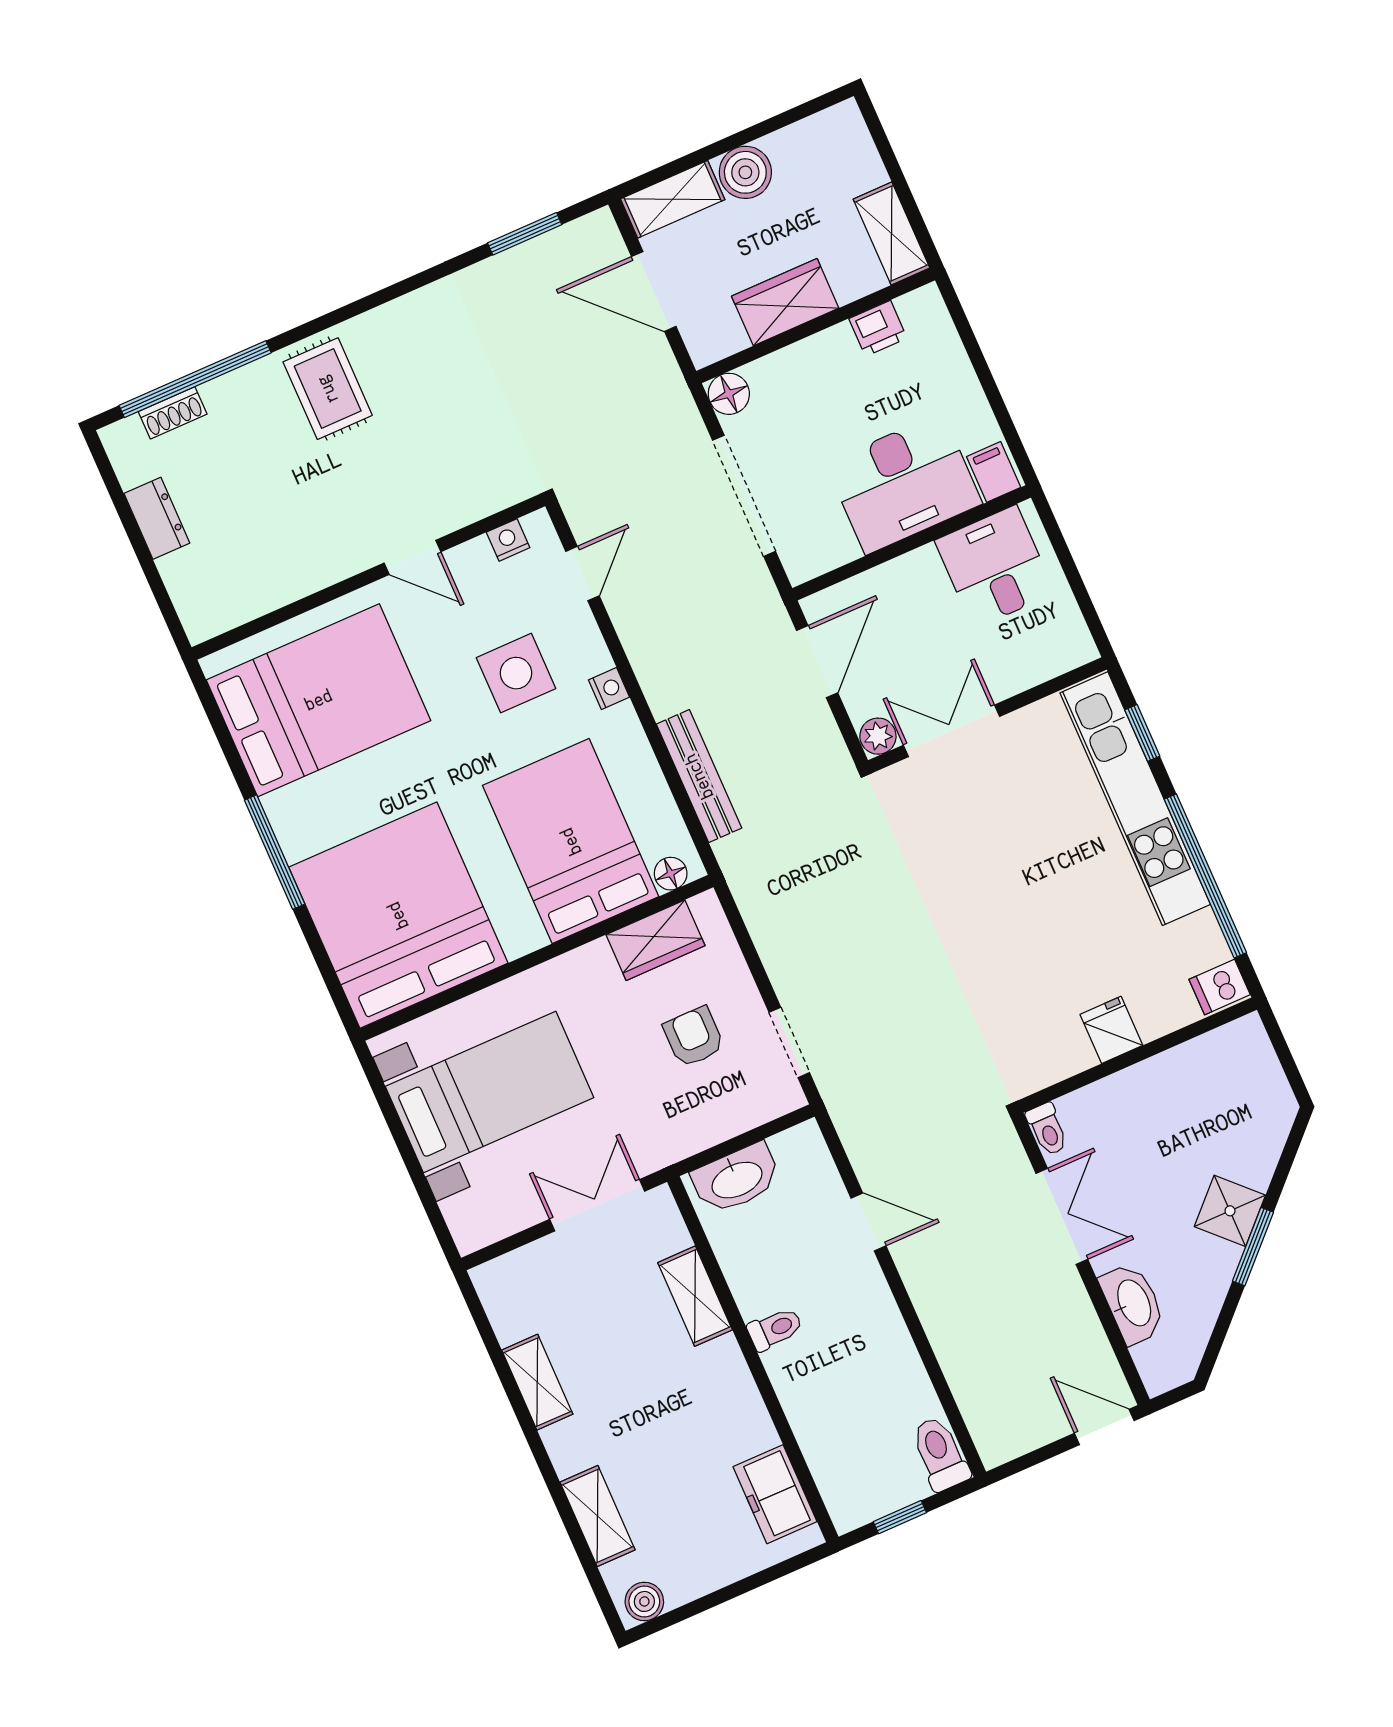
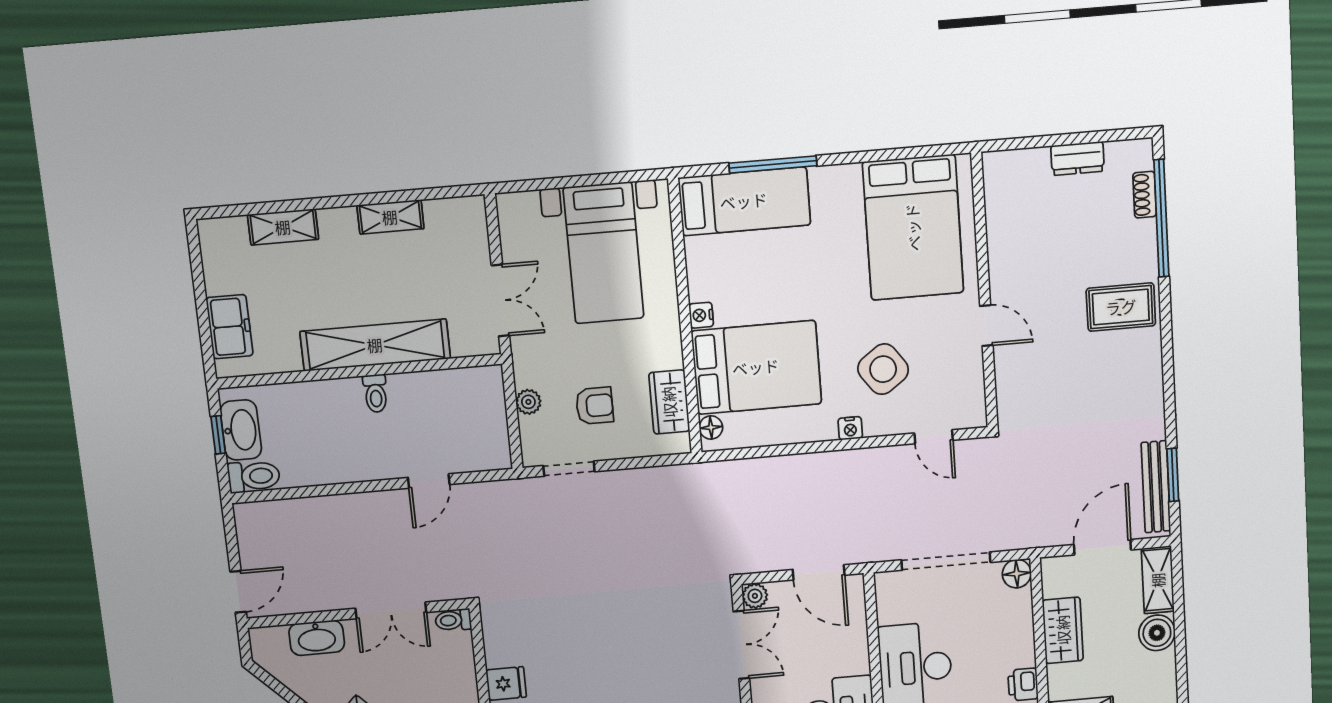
nightstand: (508, 540) -> (701, 315), moved, turned 180
door: (413, 557) -> (986, 326), swing flipped
side table: (516, 673) -> (883, 369), turned -36
bench: (699, 776) -> (1156, 487), moved, turned 90
window: (275, 852) -> (773, 164), moved
bed: (398, 915) -> (744, 201), width x0.49
plant: (718, 1125) -> (528, 402), added
washbasin: (736, 1179) -> (241, 430), moved, turned 180
shelving: (695, 1296) -> (375, 345), width x2.20, depth x1.33
freezer: (775, 1494) -> (230, 327), moved, turned 90
boiler: (644, 1601) -> (213, 239), removed

